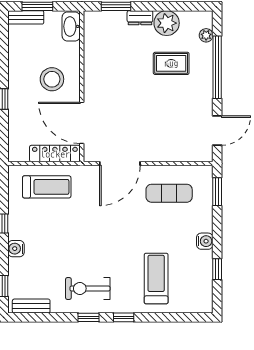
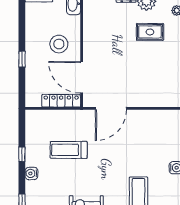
treadmill: (47, 187) -> (69, 150), moved, turned 180
exercise mat: (169, 193) -> (148, 131), removed

